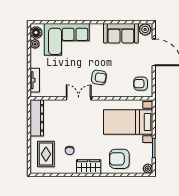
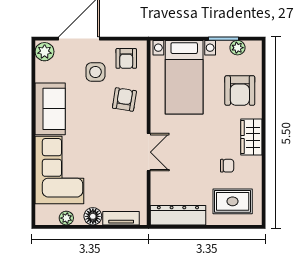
floor lamp: (36, 32) -> (93, 216), moved
sofa: (121, 33) -> (50, 109), moved
side table: (132, 63) -> (95, 72), added
armchair: (99, 77) -> (124, 99), moved
double door: (79, 98) -> (149, 152), swing flipped
plant: (148, 169) -> (237, 48), moved

